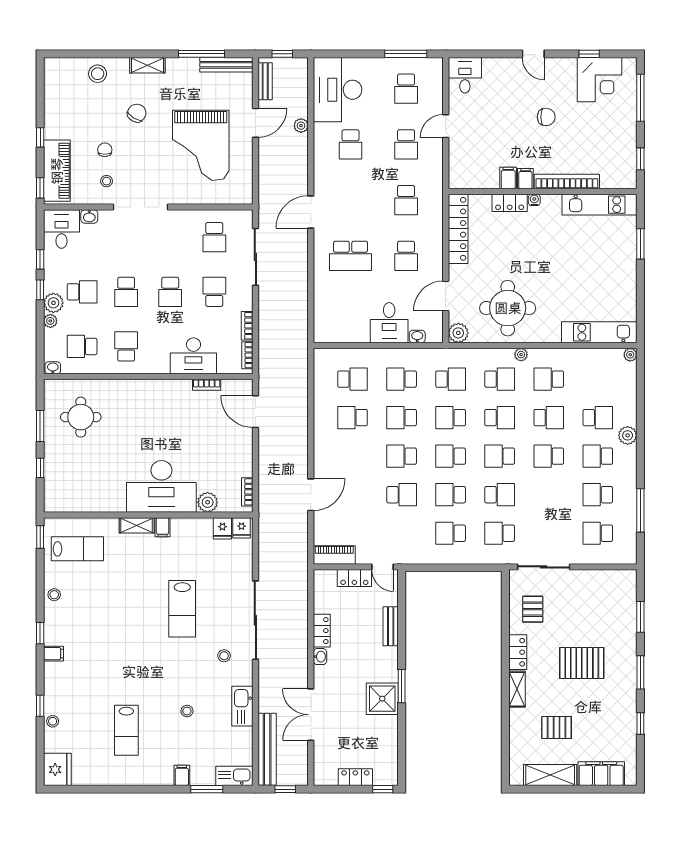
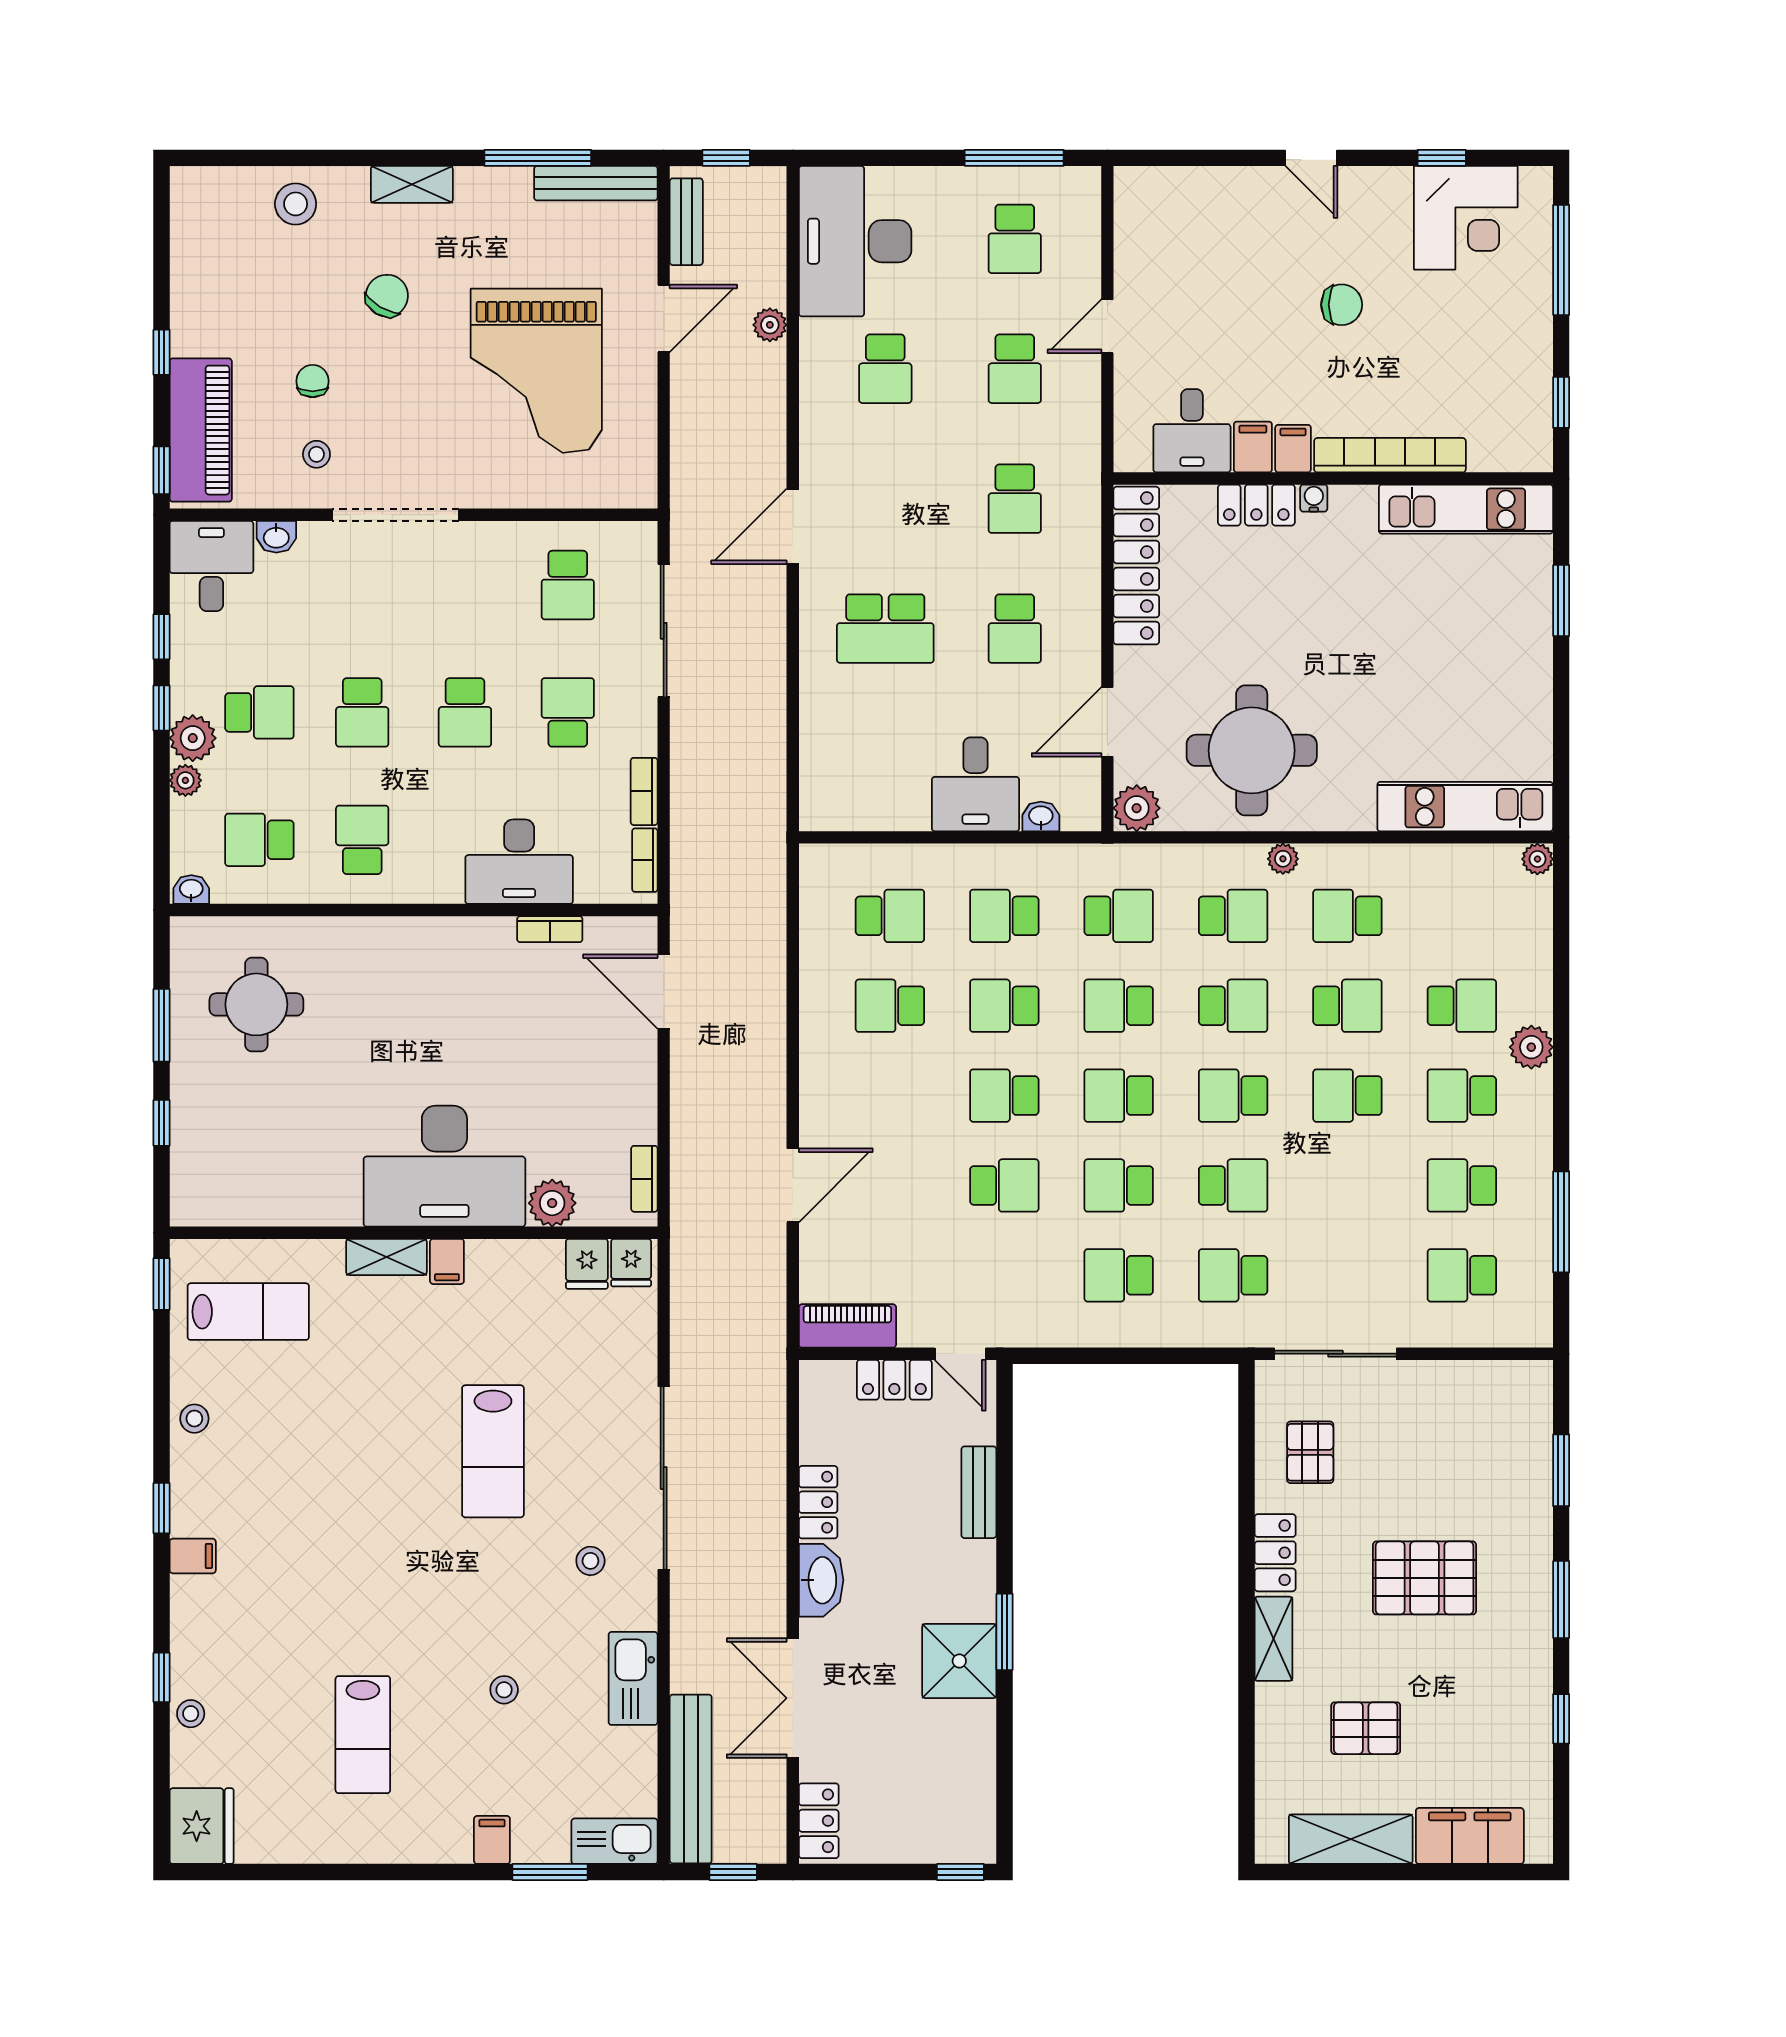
desk: (465, 75) -> (1192, 431), moved, turned 180
washbasin: (320, 657) -> (821, 1580), width x1.91, depth x1.45
locker: (355, 777) -> (819, 1821), moved, turned 90

